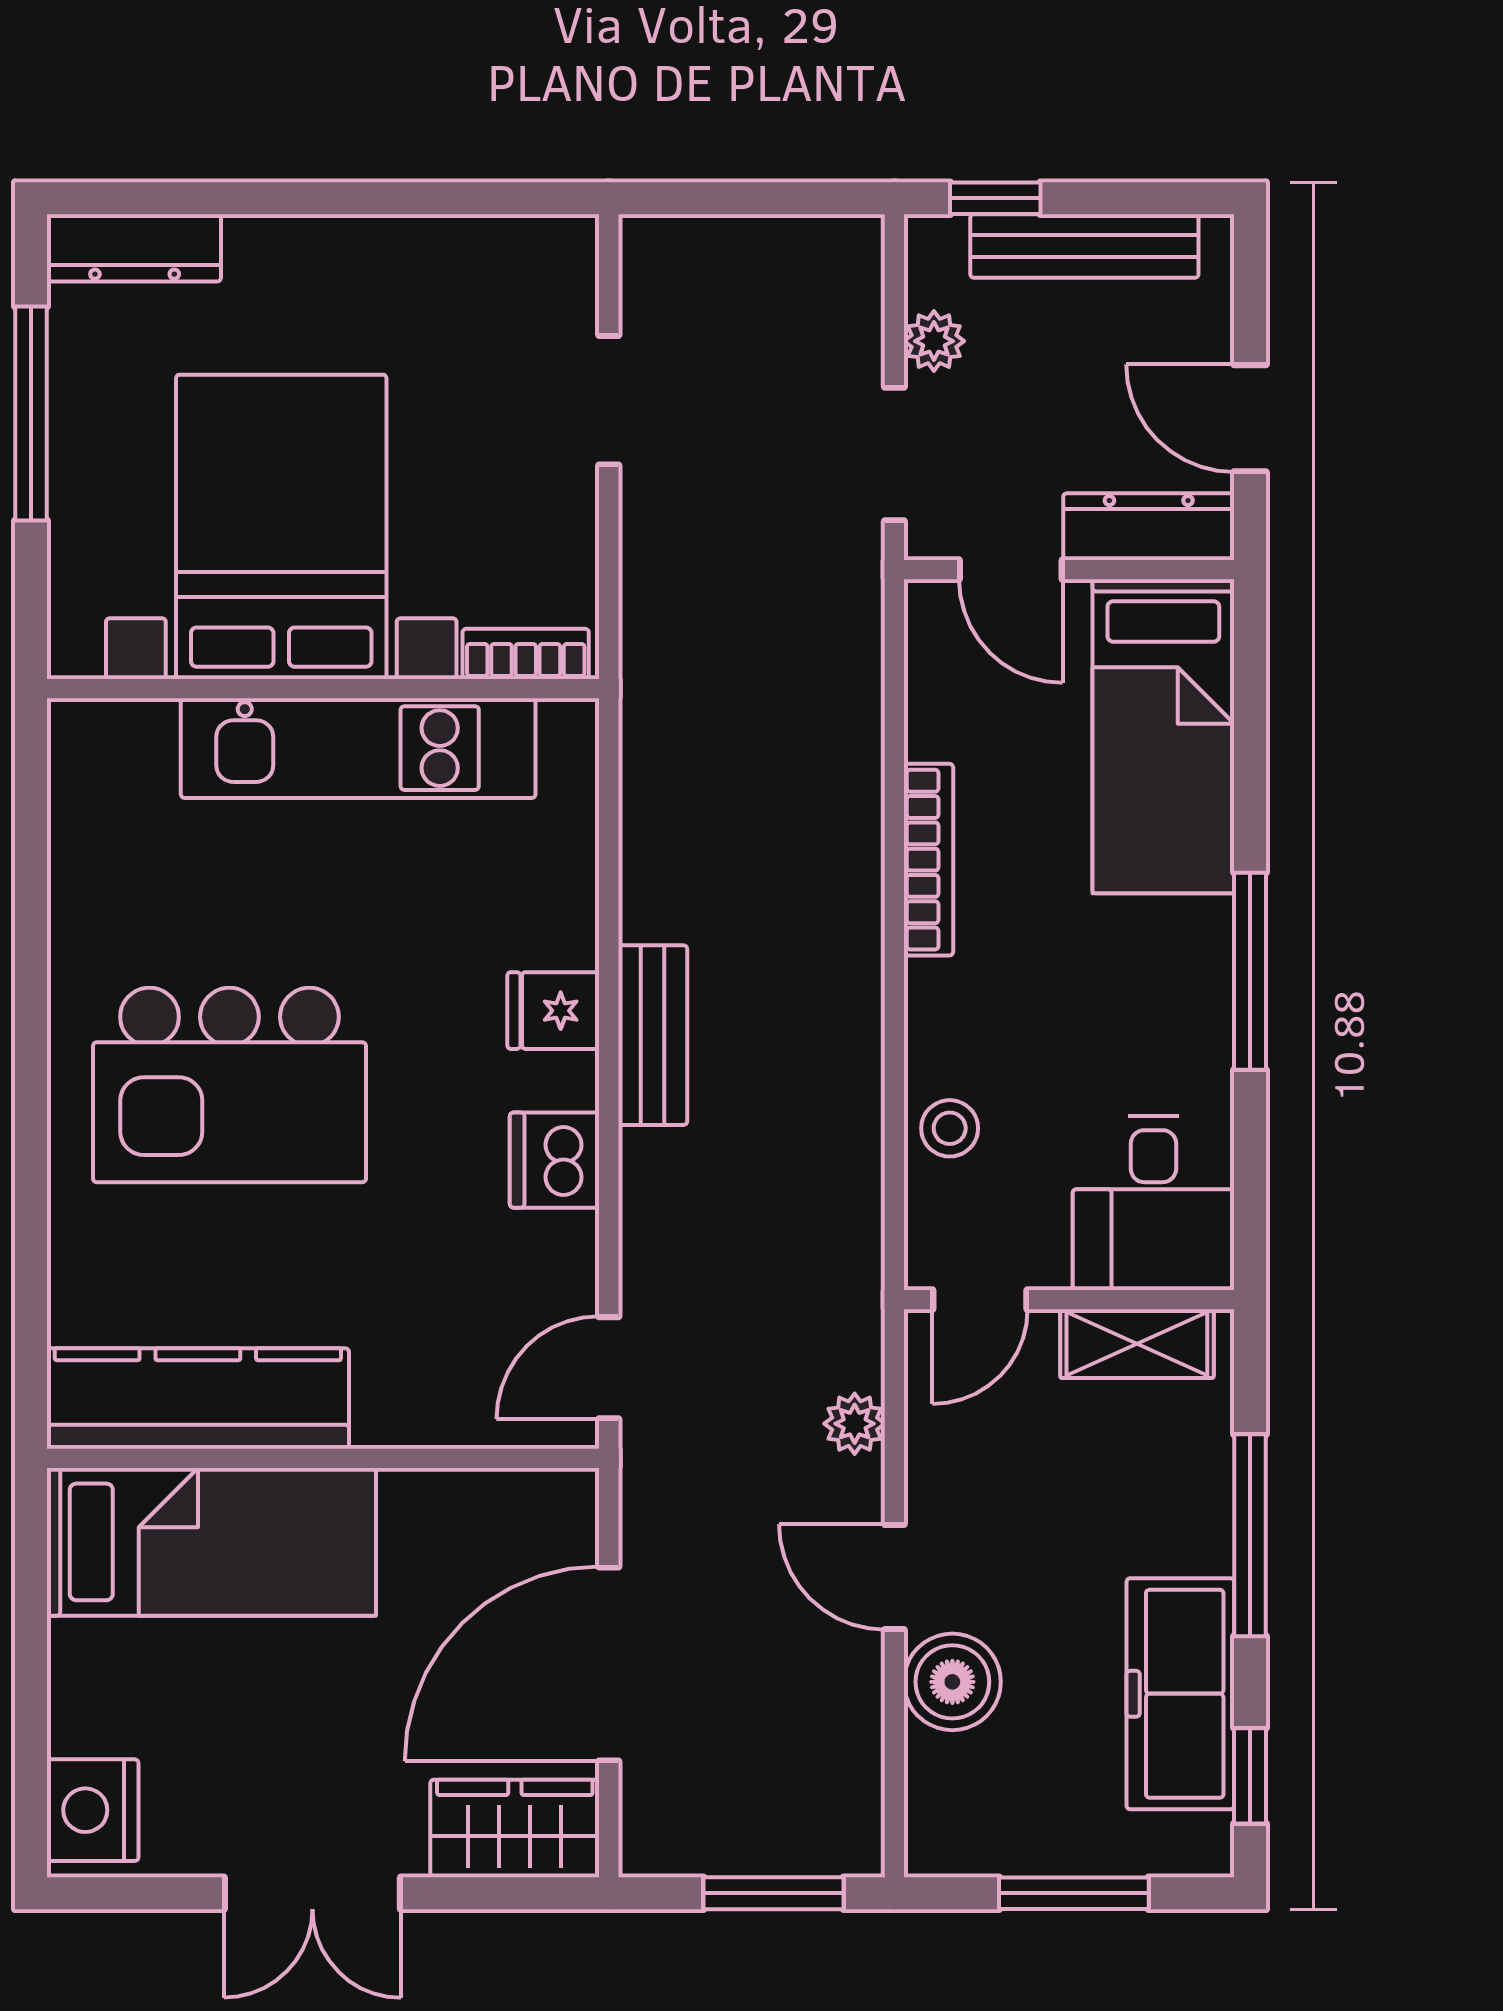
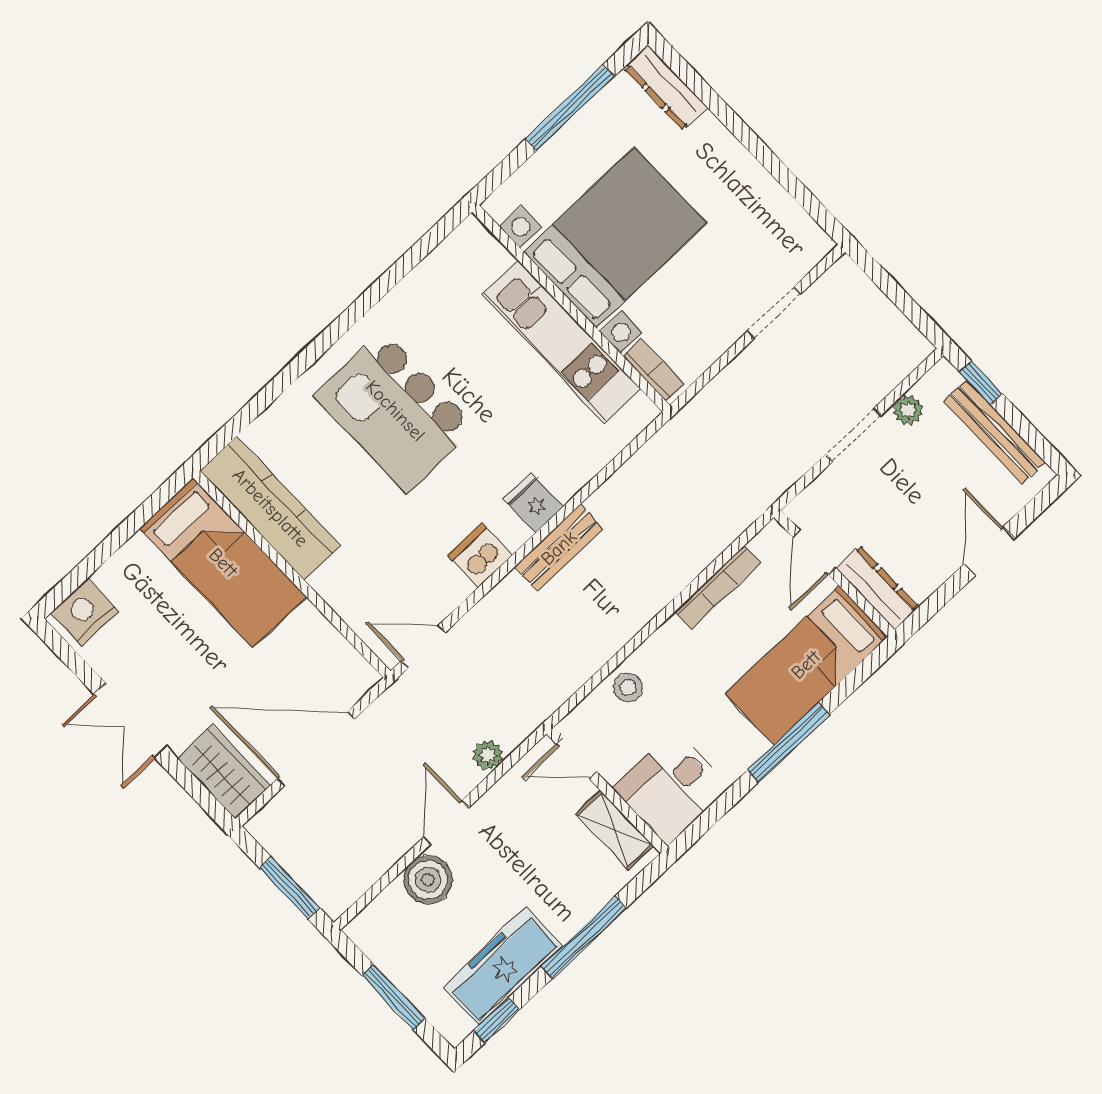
dresser: (1149, 527) -> (877, 588), moved
door: (1011, 570) -> (814, 552), moved
wall: (1069, 570) -> (834, 574), moved
bed: (1163, 736) -> (806, 665), moved

